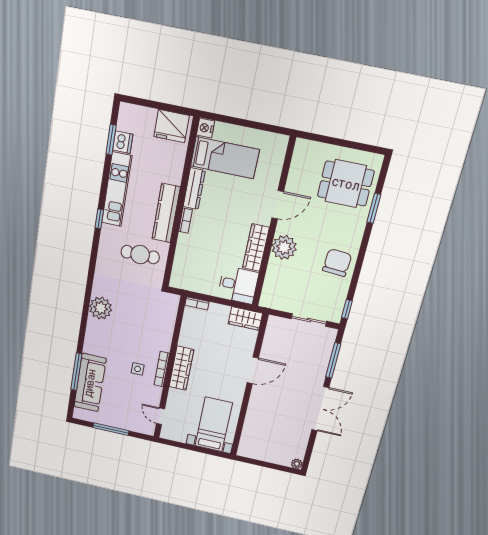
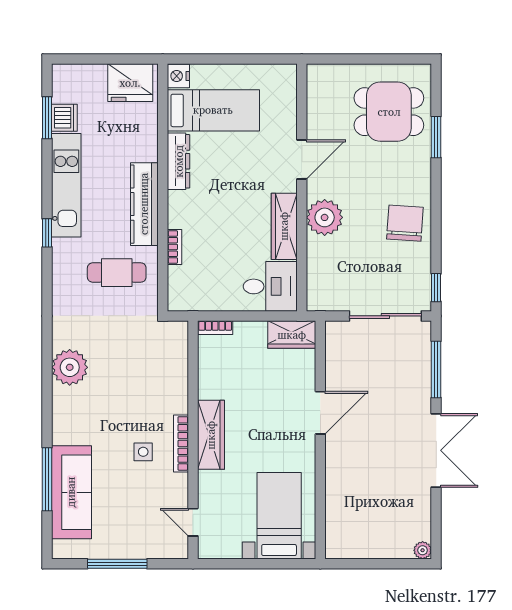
bookcase: (185, 221) -> (175, 247), moved
sliding door: (309, 320) -> (385, 316), width x1.37

